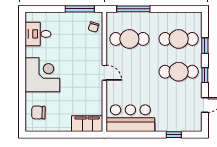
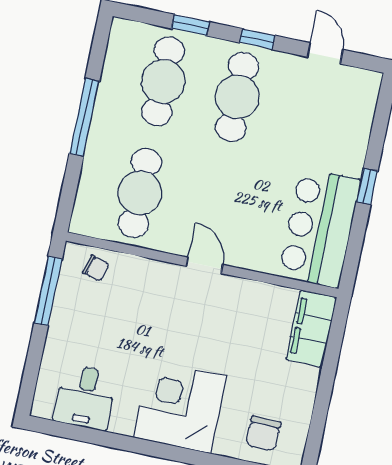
window: (133, 9) -> (84, 117), moved
door: (104, 73) -> (204, 265), hinge flipped
window: (174, 135) -> (367, 187), moved

